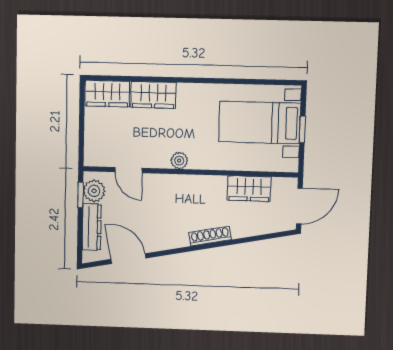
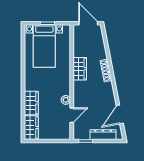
plant: (179, 161) -> (66, 100), moved
wardrobe: (249, 189) -> (80, 69), moved
plant: (94, 191) -> (83, 134), removed

